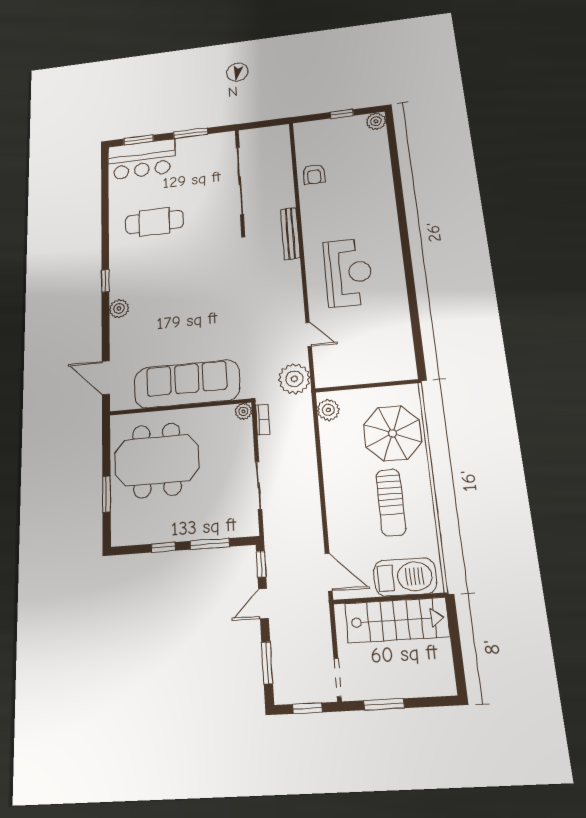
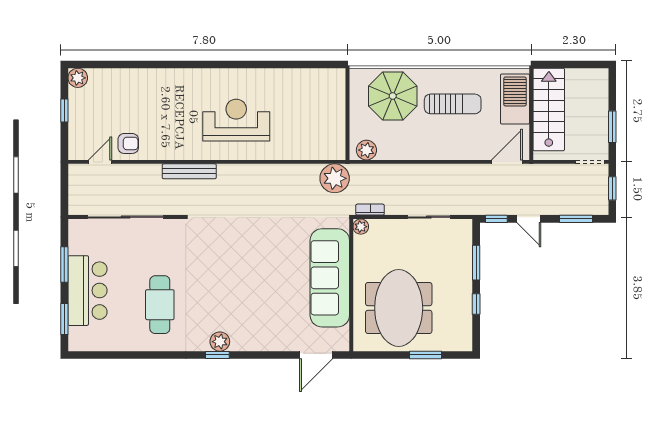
bar counter: (142, 159) -> (88, 291), moved
plant: (119, 309) -> (220, 342), moved
door: (309, 335) -> (100, 162), moved

